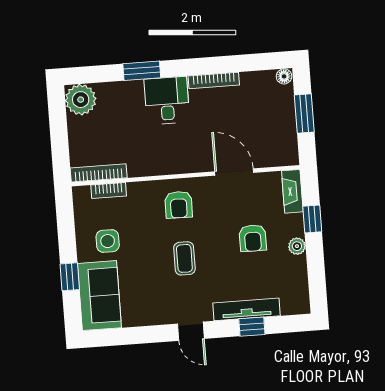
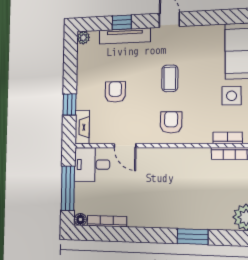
bookcase: (214, 80) -> (107, 221), moved
desk: (167, 101) -> (92, 165), moved, turned 90
window: (304, 113) -> (68, 188), width x1.44
door: (234, 172) -> (125, 146), width x0.73
plant: (297, 246) -> (83, 38), moved

